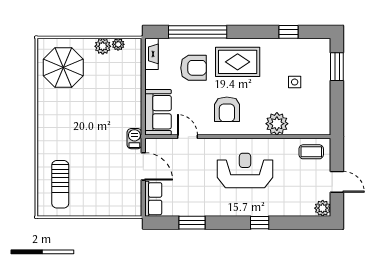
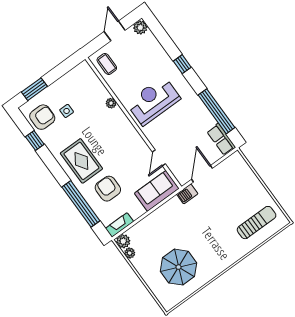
plant: (103, 46) -> (123, 241), moved
parasol: (63, 67) -> (179, 267), moved
armchair: (227, 109) -> (42, 117), moved
plant: (277, 124) -> (111, 103), width x0.53, depth x0.53
reception desk: (245, 170) -> (153, 101), turned 90
row of seats: (153, 199) -> (221, 139), moved, turned -90
window: (192, 223) -> (216, 111), width x2.11

